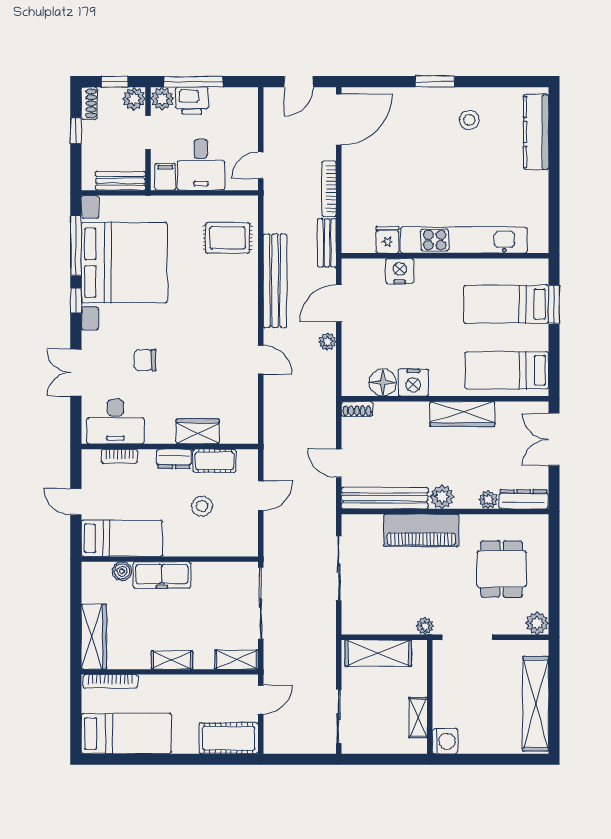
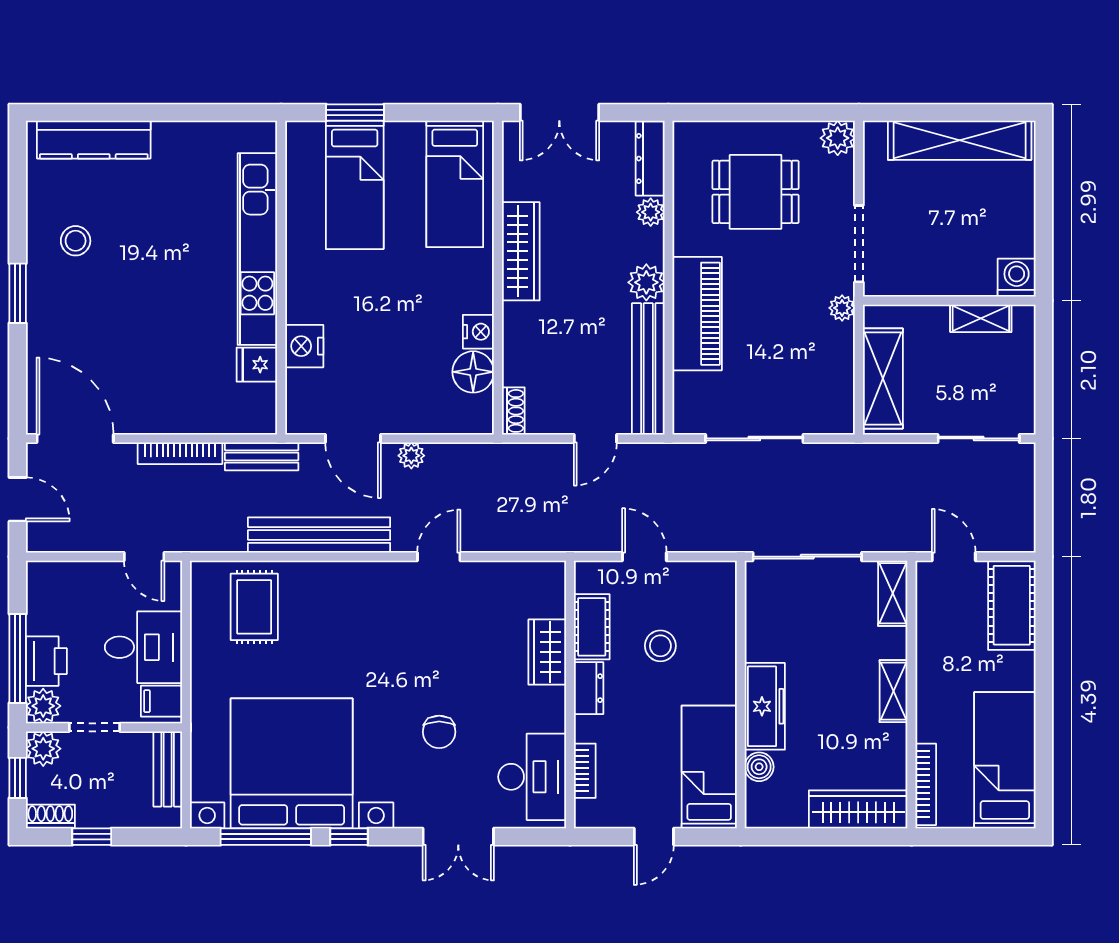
nightstand: (413, 383) -> (478, 332), width x0.74, depth x0.75

